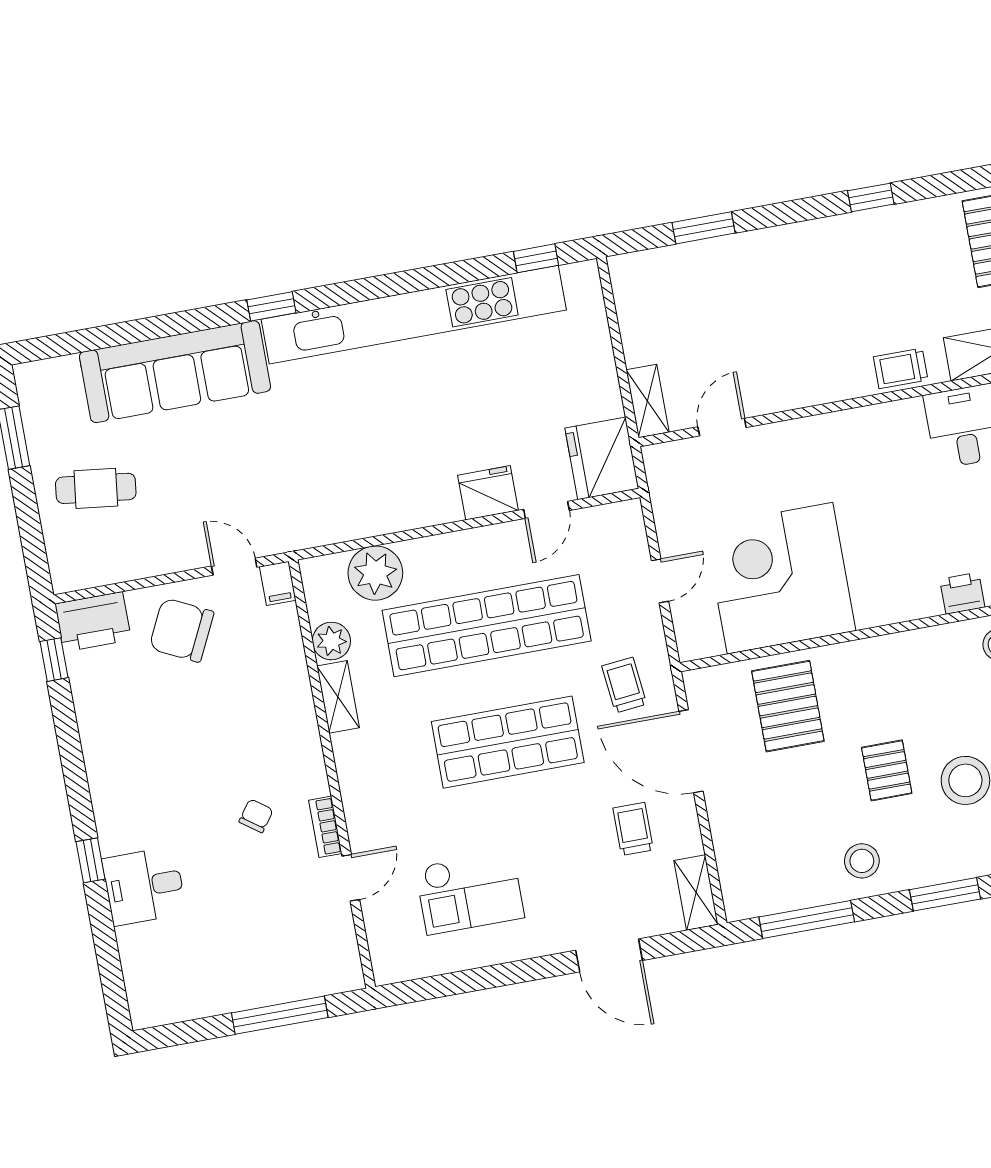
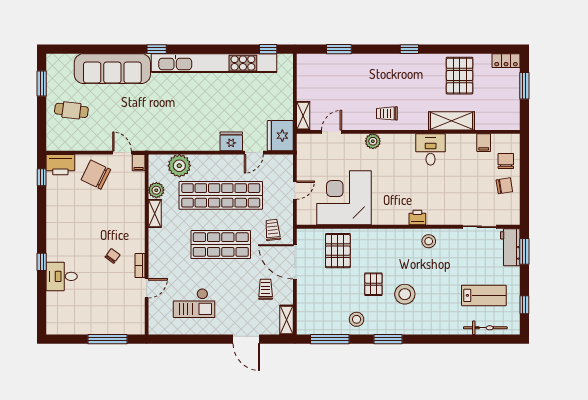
trolley: (901, 368) -> (387, 113), moved
plant: (824, 432) -> (373, 141), added

